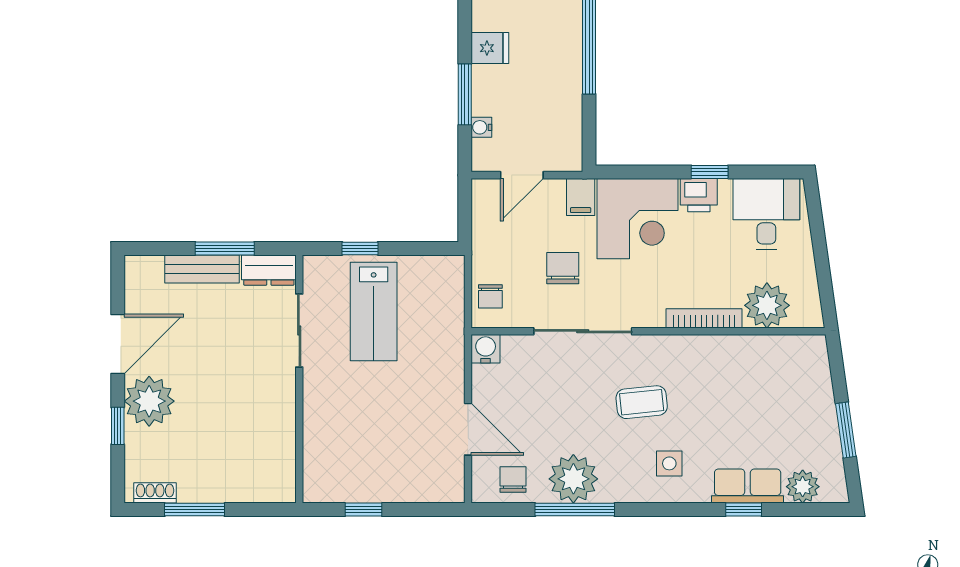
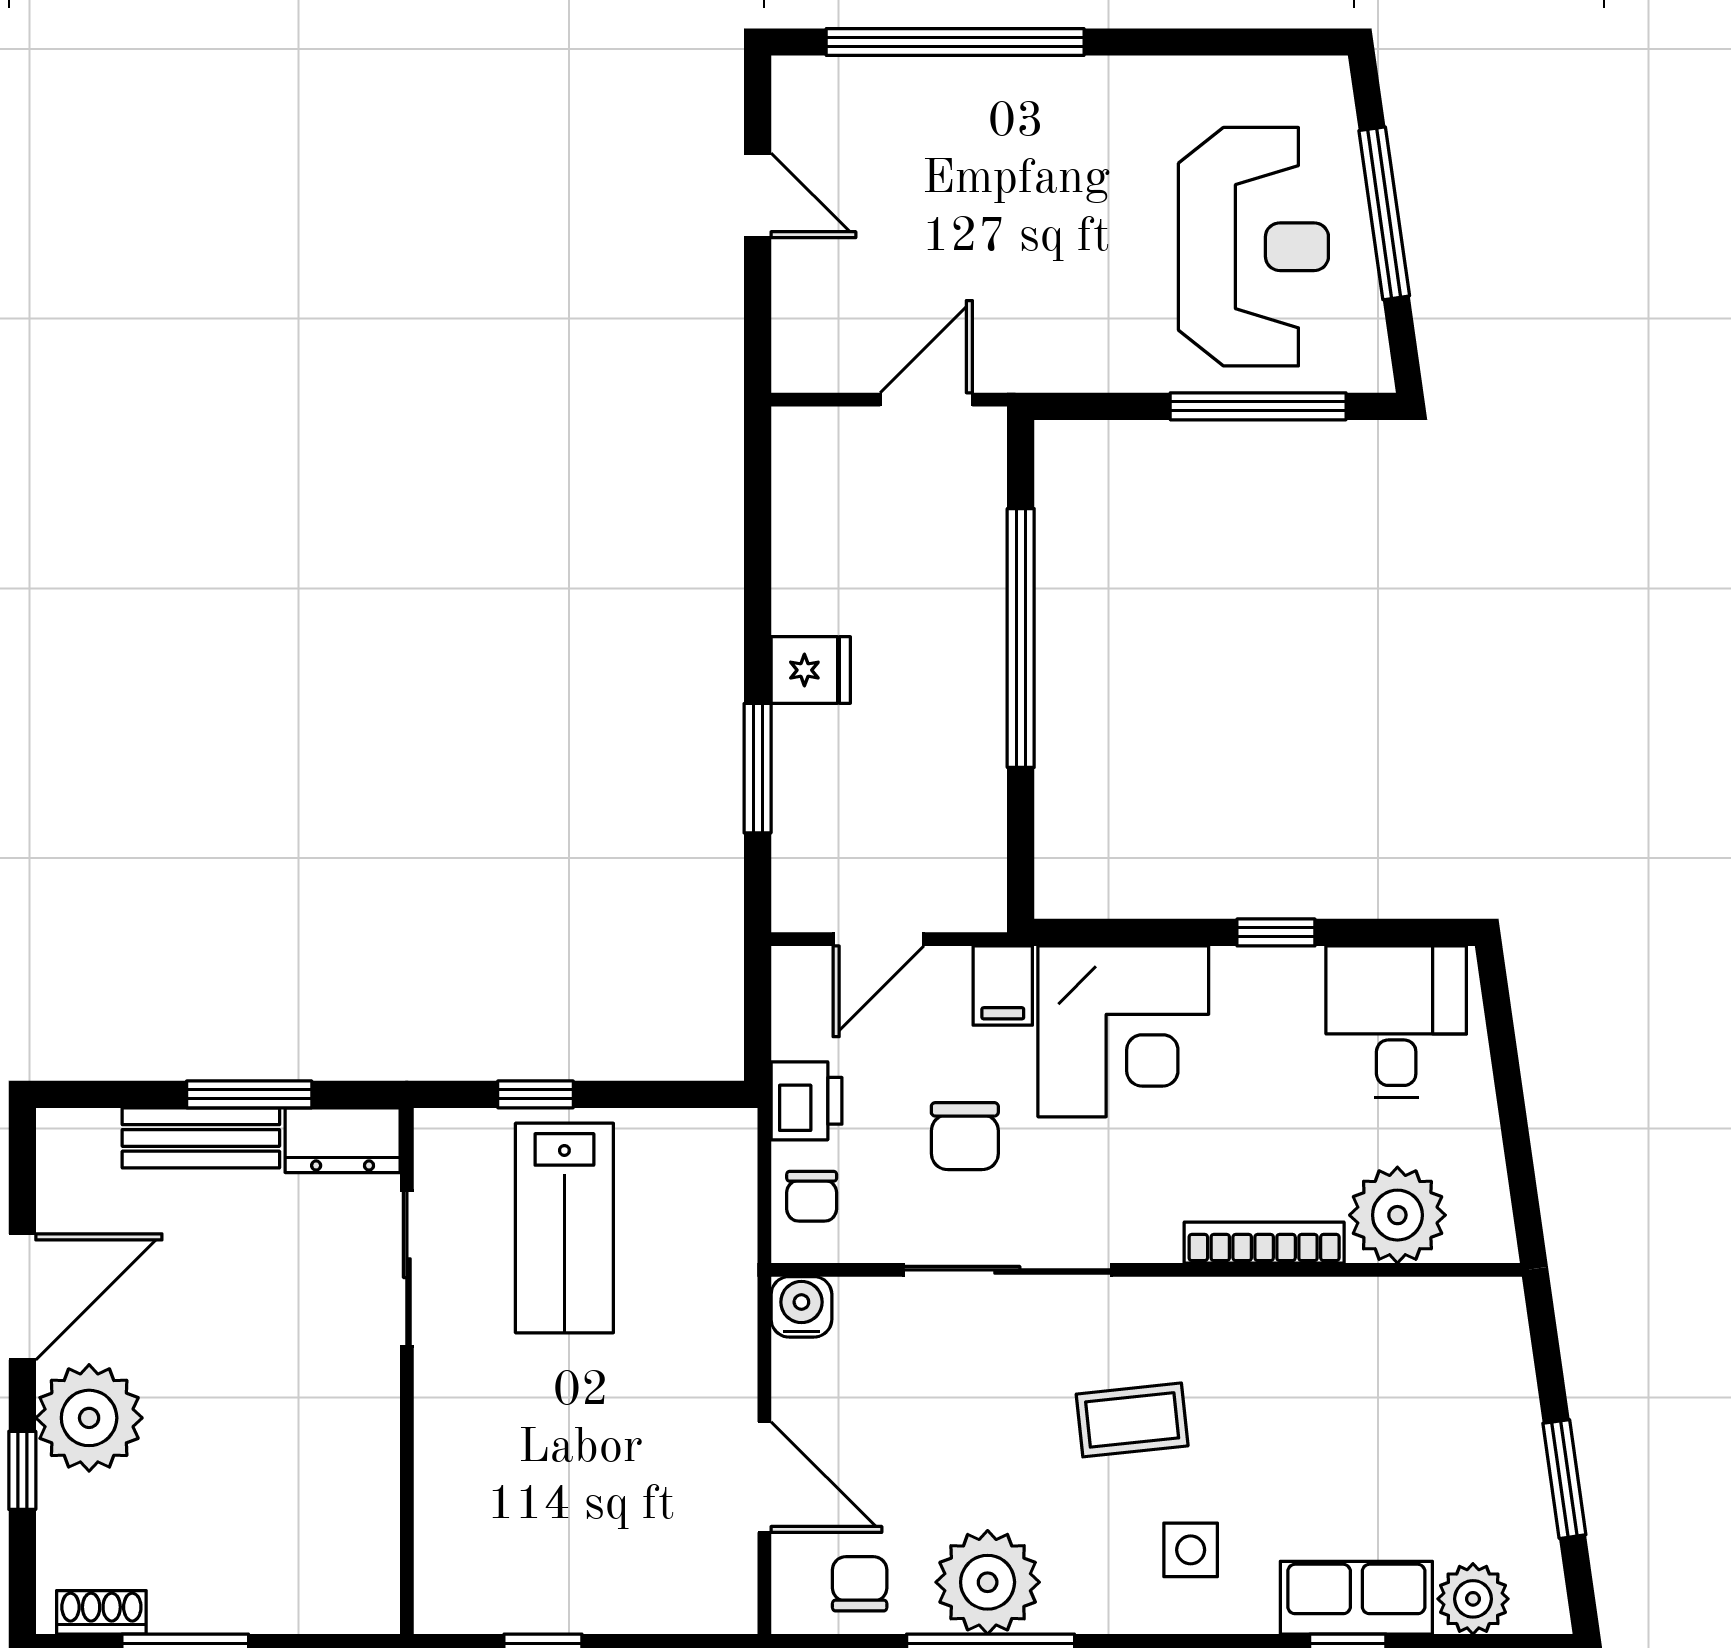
water cooler: (481, 127) -> (793, 838), removed
printer: (699, 195) -> (807, 1101), moved, turned -90
chair: (563, 268) -> (965, 1136), turned 180

